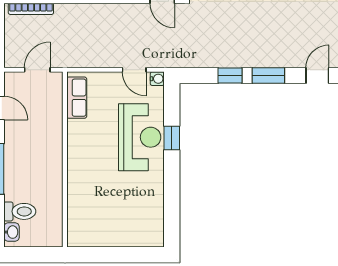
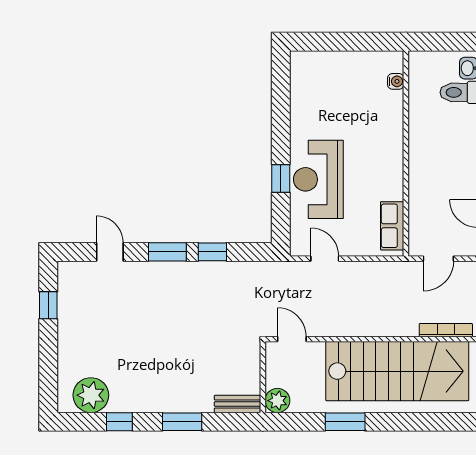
door: (317, 75) -> (110, 252), swing flipped
water cooler: (157, 79) -> (396, 81), moved, turned 180

